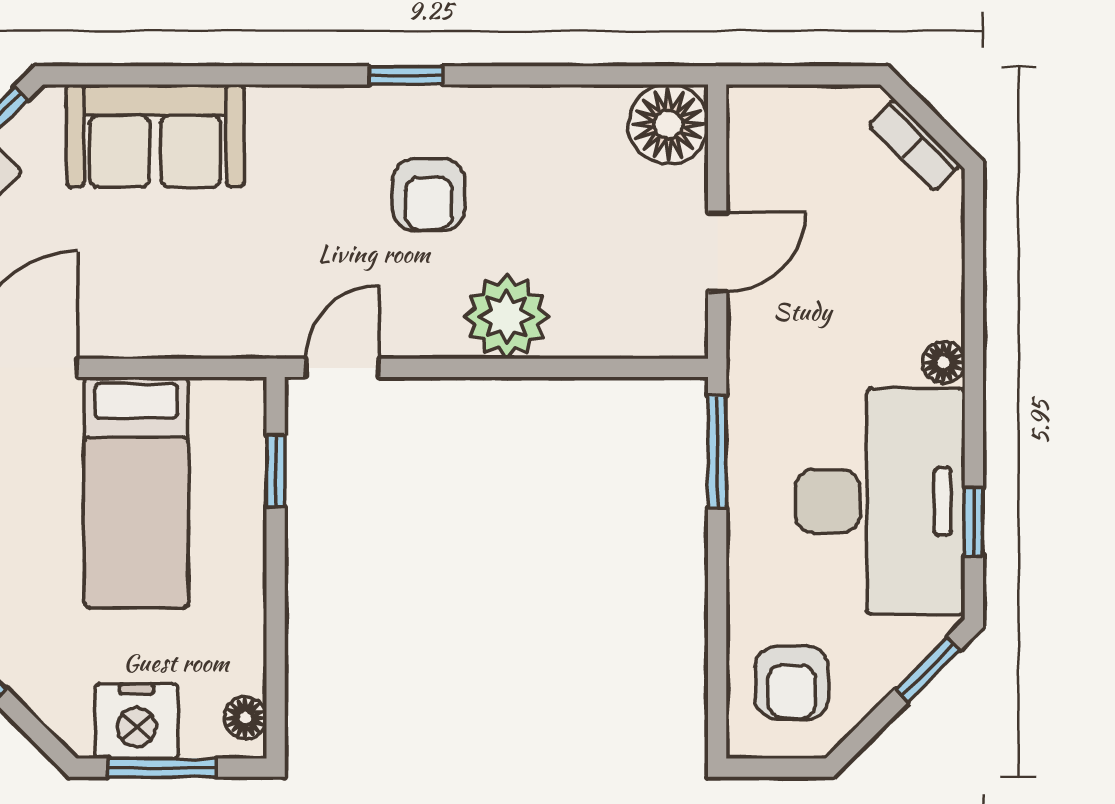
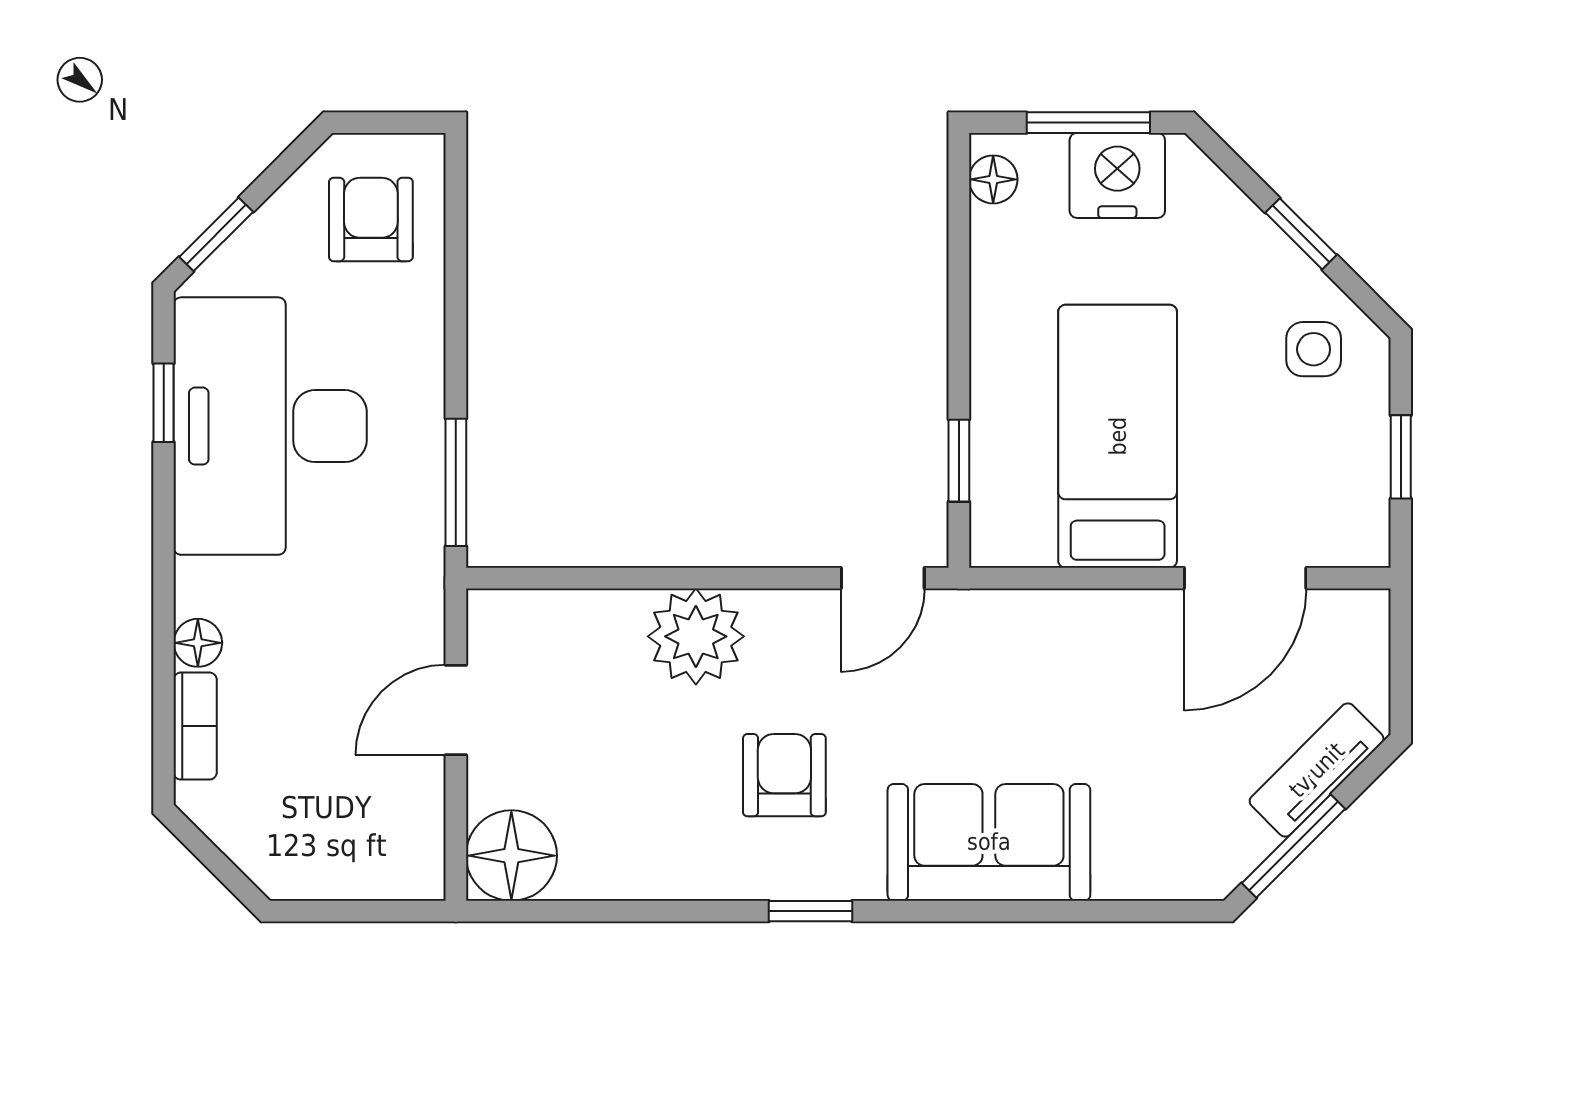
sofa: (155, 136) -> (989, 842), moved
bookcase: (915, 145) -> (195, 726), moved, turned 45
floor lamp: (944, 362) -> (198, 643), moved

